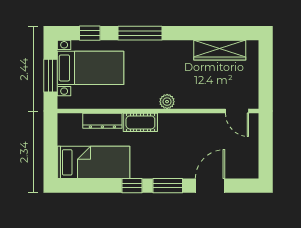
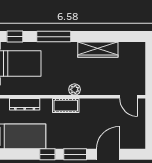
wardrobe: (220, 50) -> (98, 50), moved
cot: (140, 122) -> (66, 106), moved

